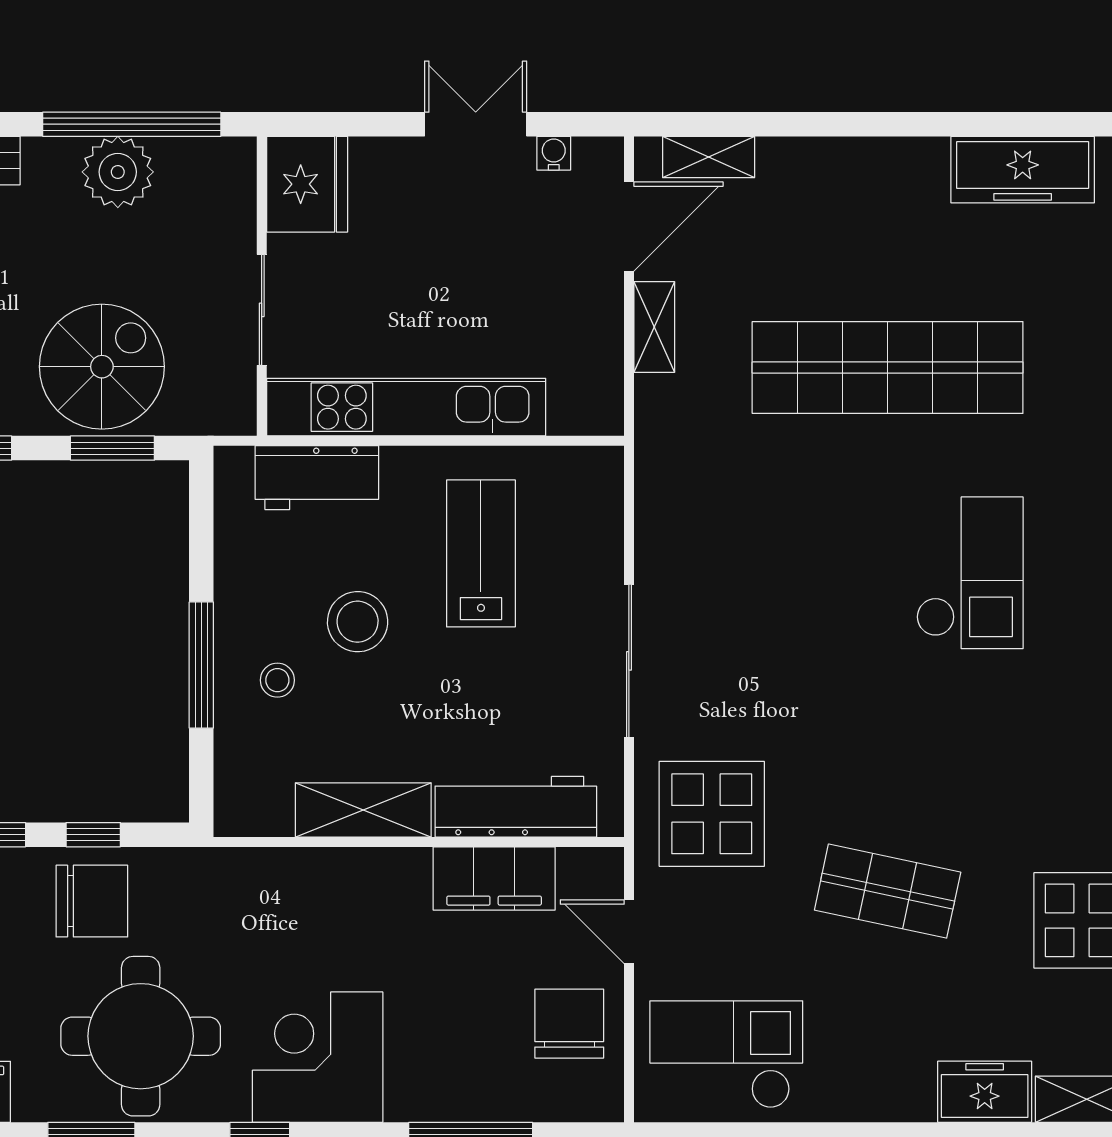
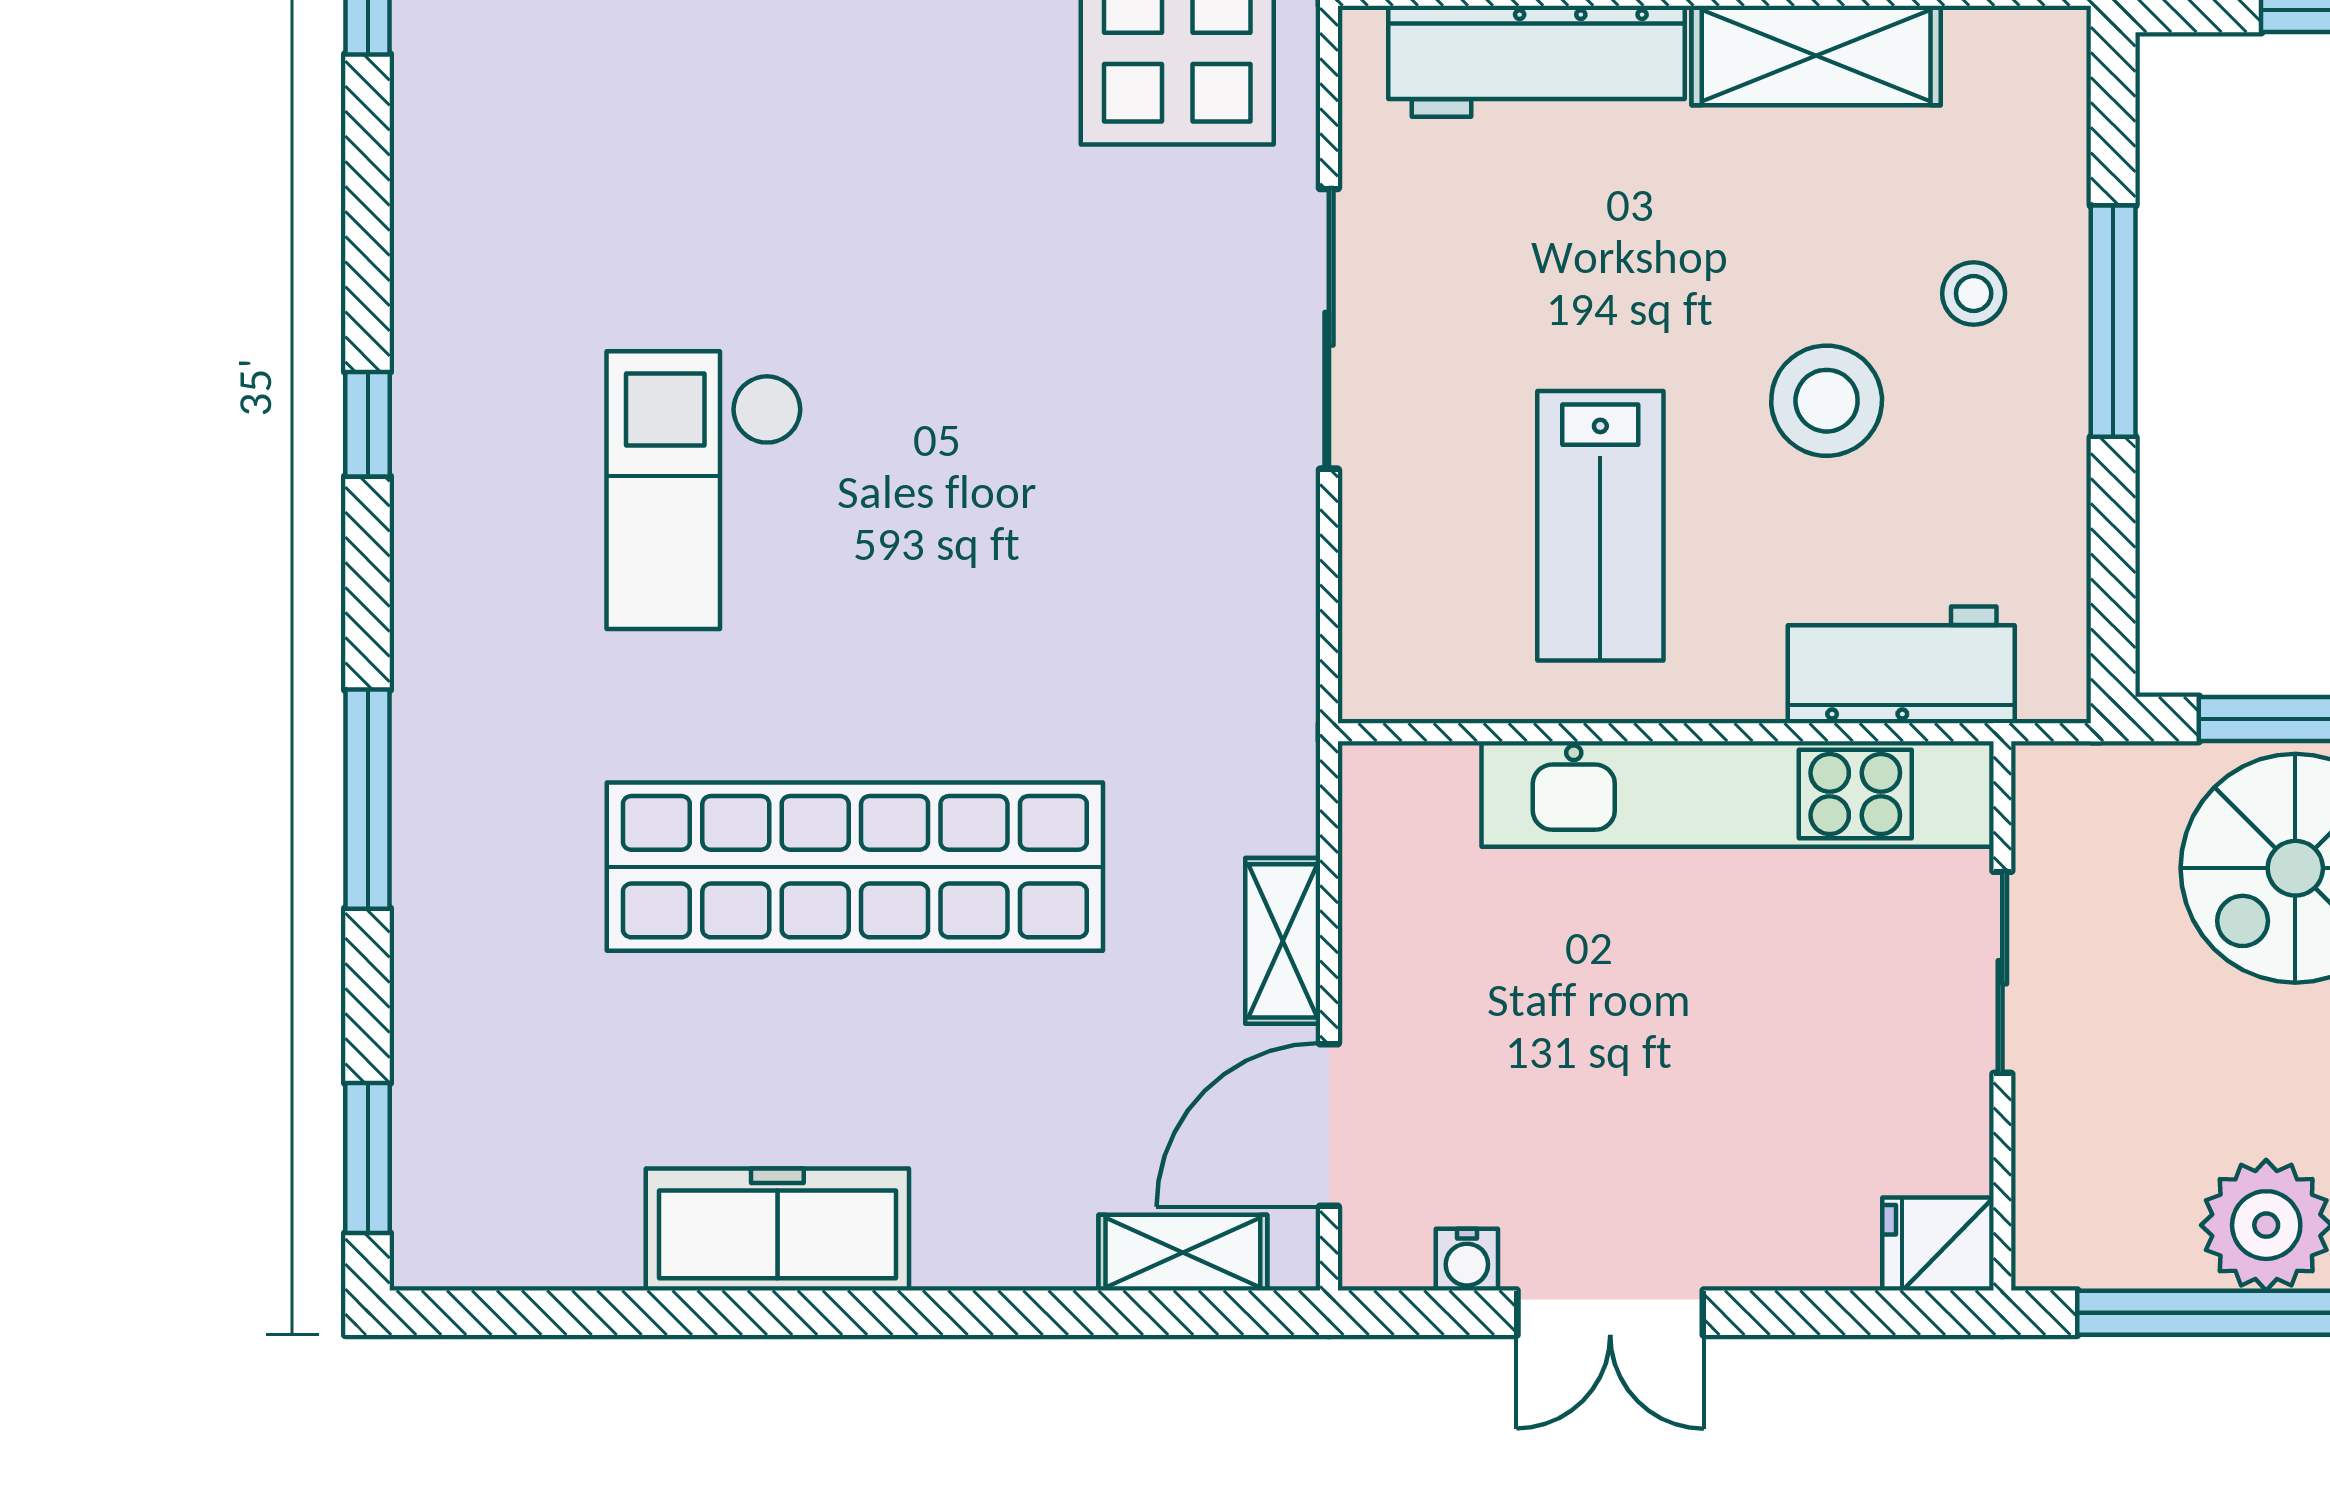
freezer: (1023, 170) -> (777, 1229), moved
fridge: (307, 184) -> (1938, 1244), width x0.53, depth x0.75

